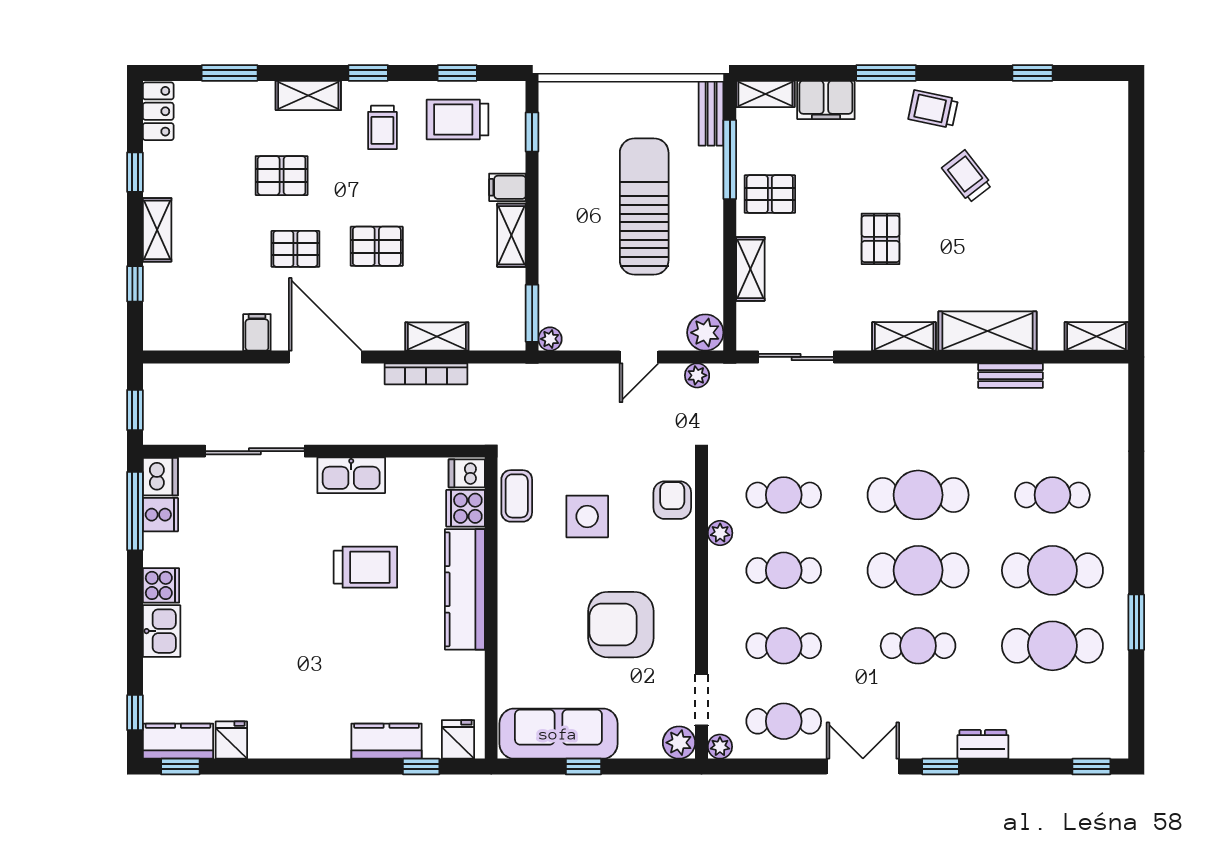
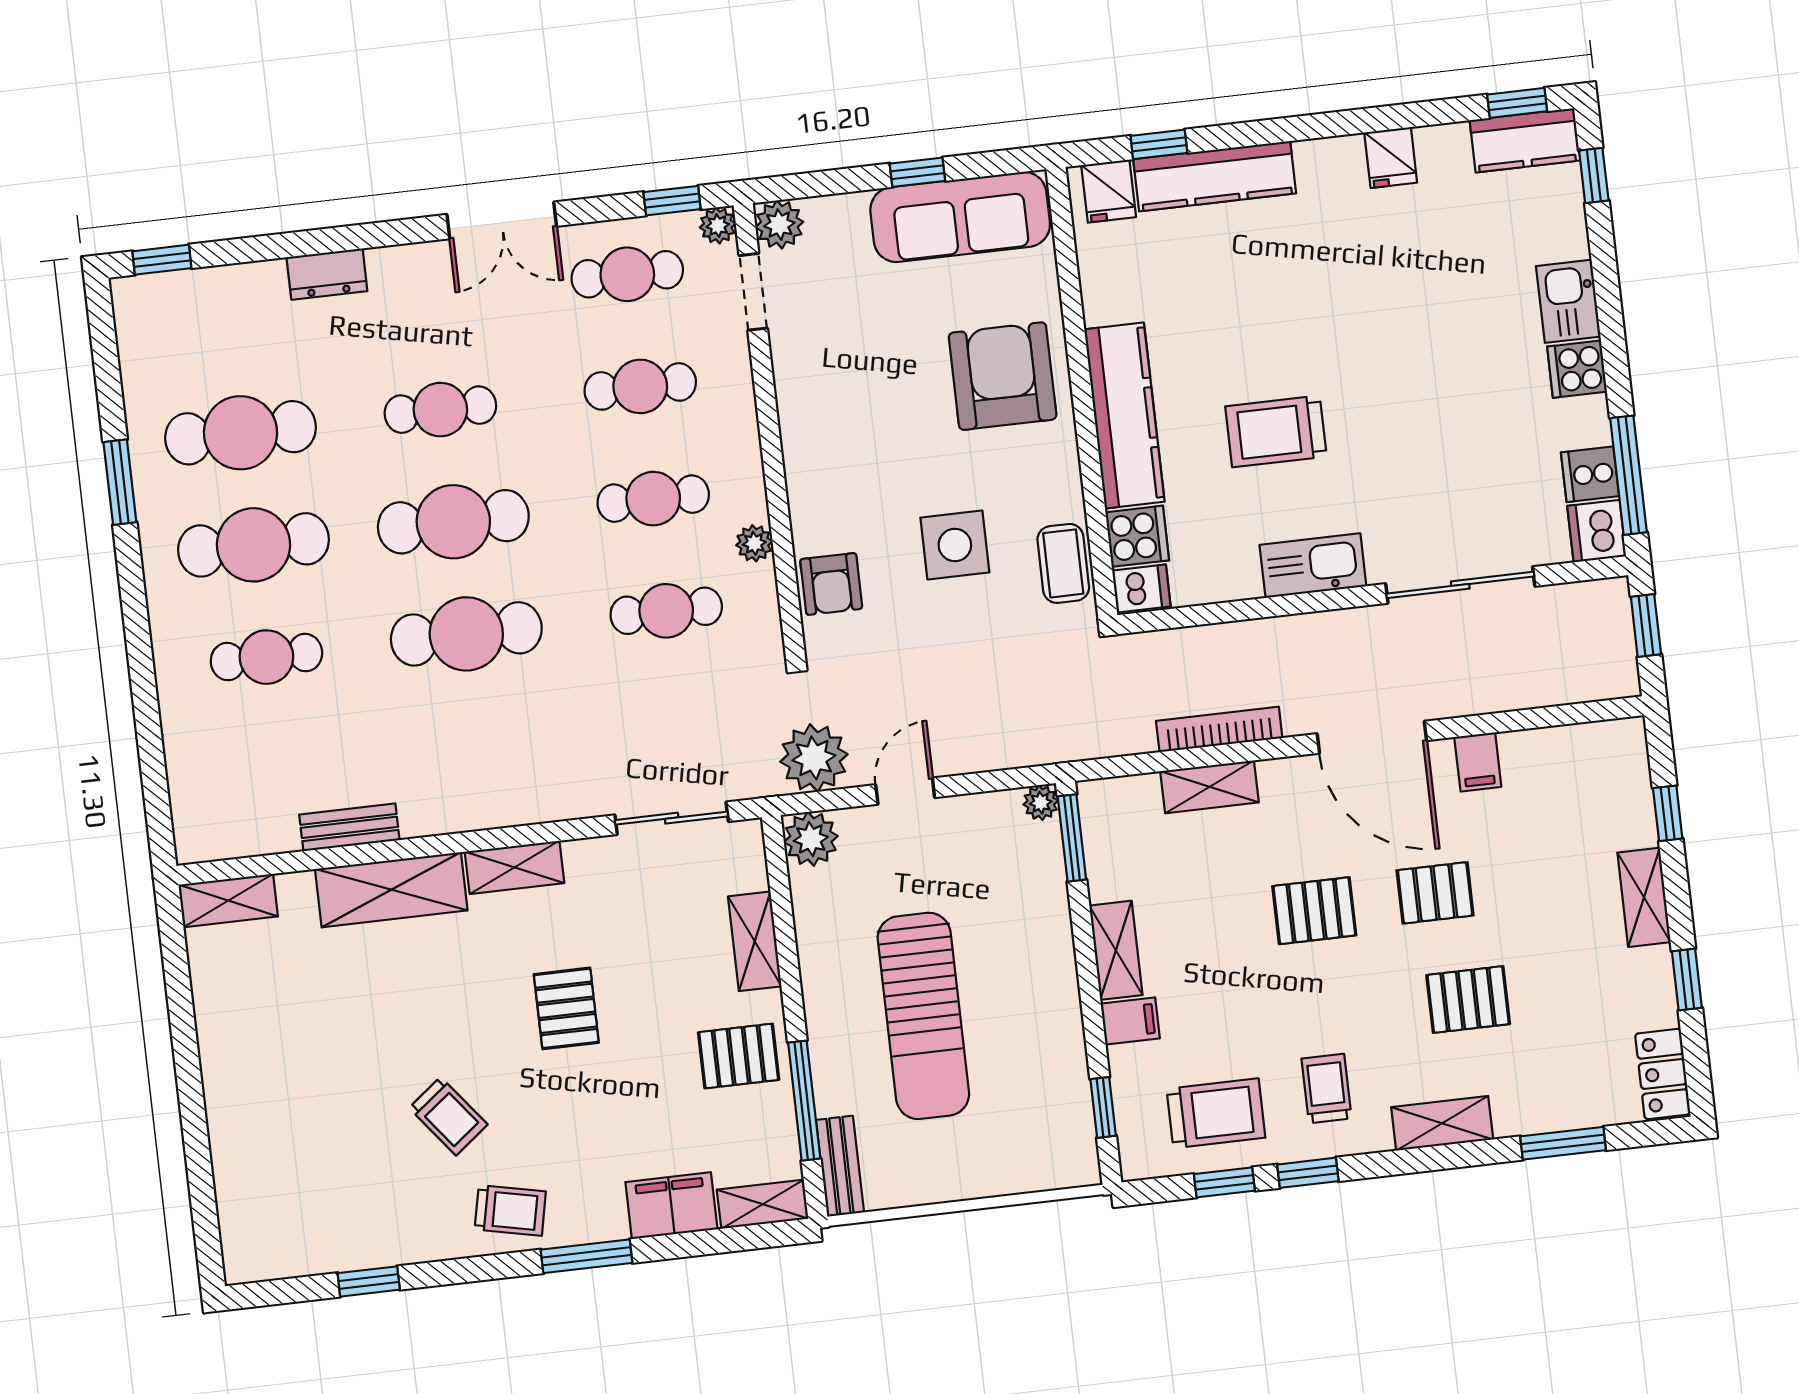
window: (368, 73) -> (1308, 1173), moved
plant: (697, 375) -> (814, 758), width x1.88, depth x1.88
armchair: (621, 625) -> (1003, 376), moved, turned -90
fridge: (231, 740) -> (1391, 158), moved
kitchen counter: (387, 741) -> (1215, 176), width x1.50
window: (941, 767) -> (672, 201), moved

